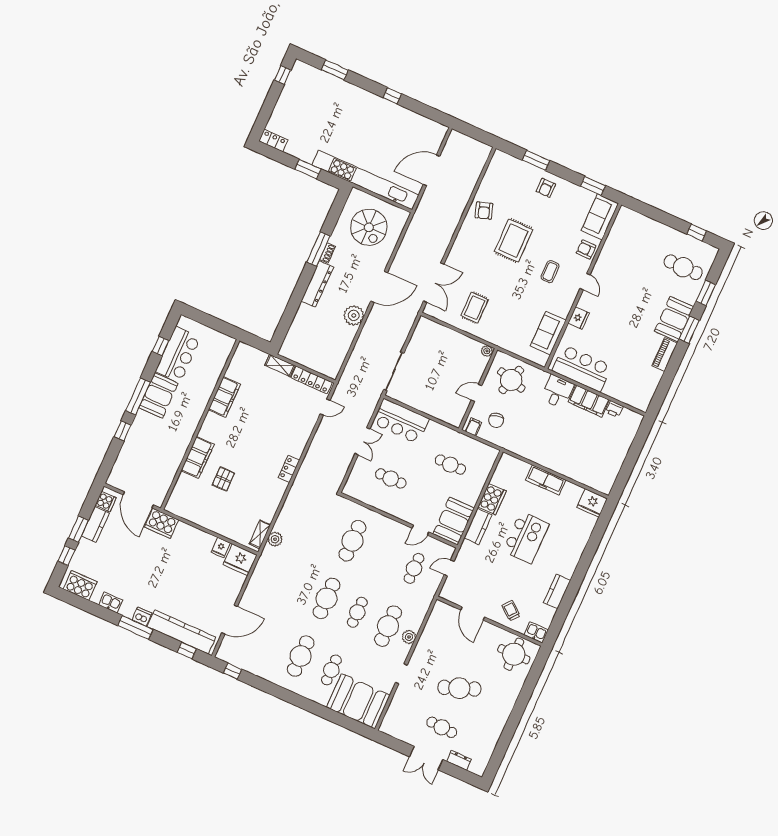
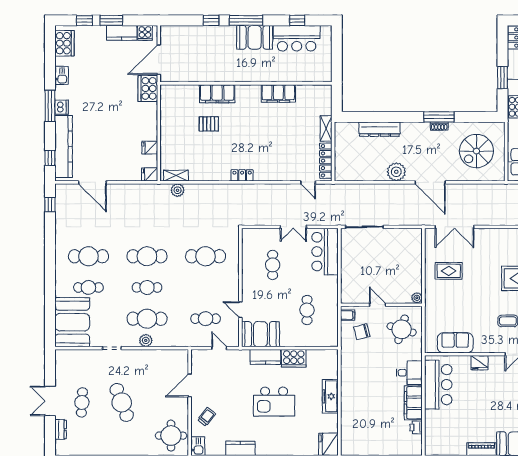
dresser: (317, 284) -> (379, 129), moved
fridge: (240, 560) -> (150, 174), width x0.53, depth x0.75

